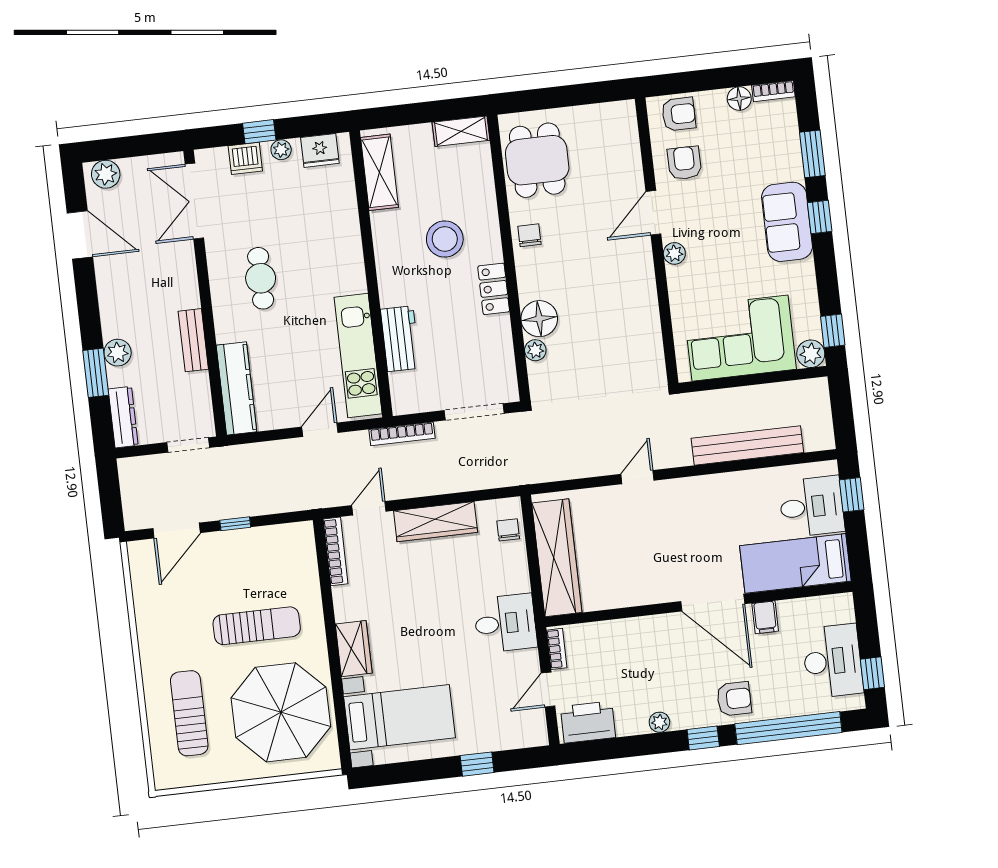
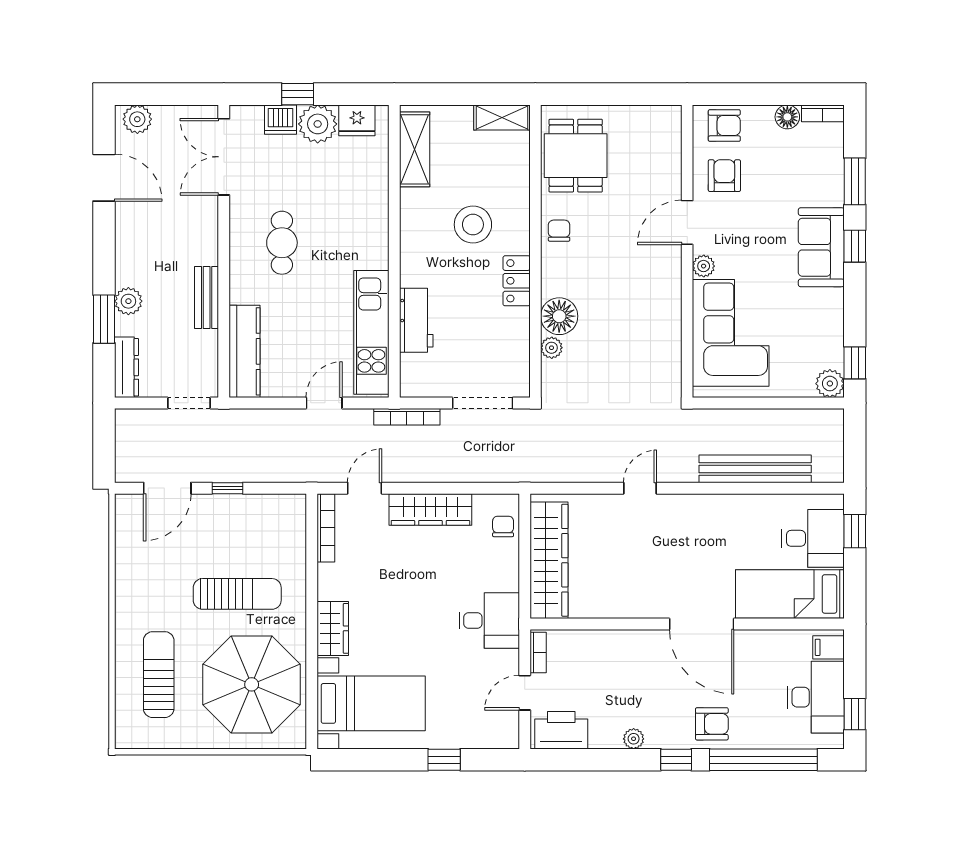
plant: (281, 150) -> (318, 124), width x1.87, depth x1.87
corner sofa: (740, 338) -> (731, 333), moved, turned 90
filing cabinet: (765, 617) -> (829, 647), moved, turned 90

